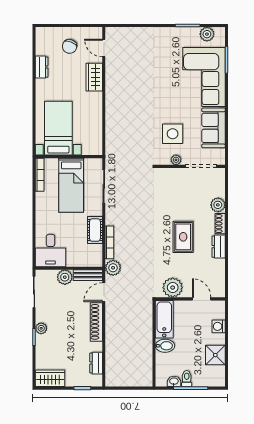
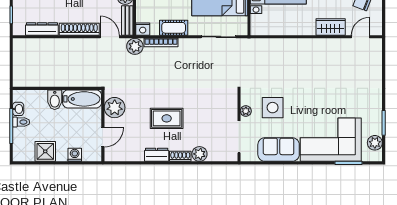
nightstand: (96, 260) -> (143, 29), added
dresser: (96, 363) -> (42, 29), width x1.44

